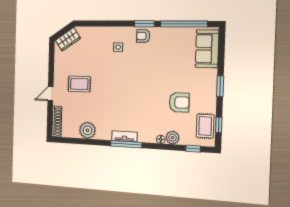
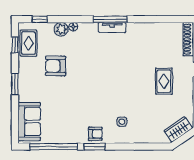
rug: (79, 84) -> (164, 81), turned 90
plant: (87, 130) -> (153, 31), removed

